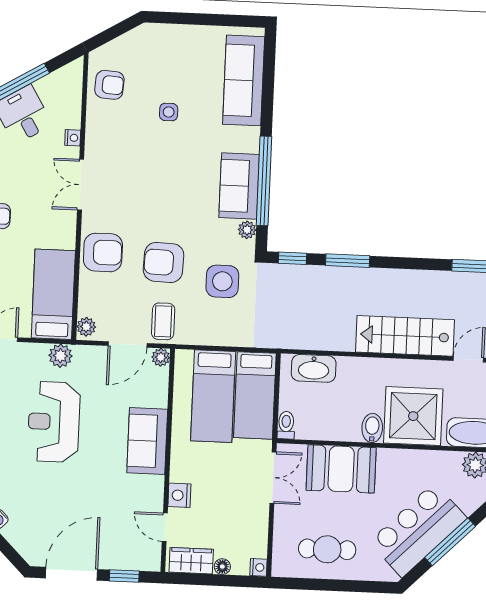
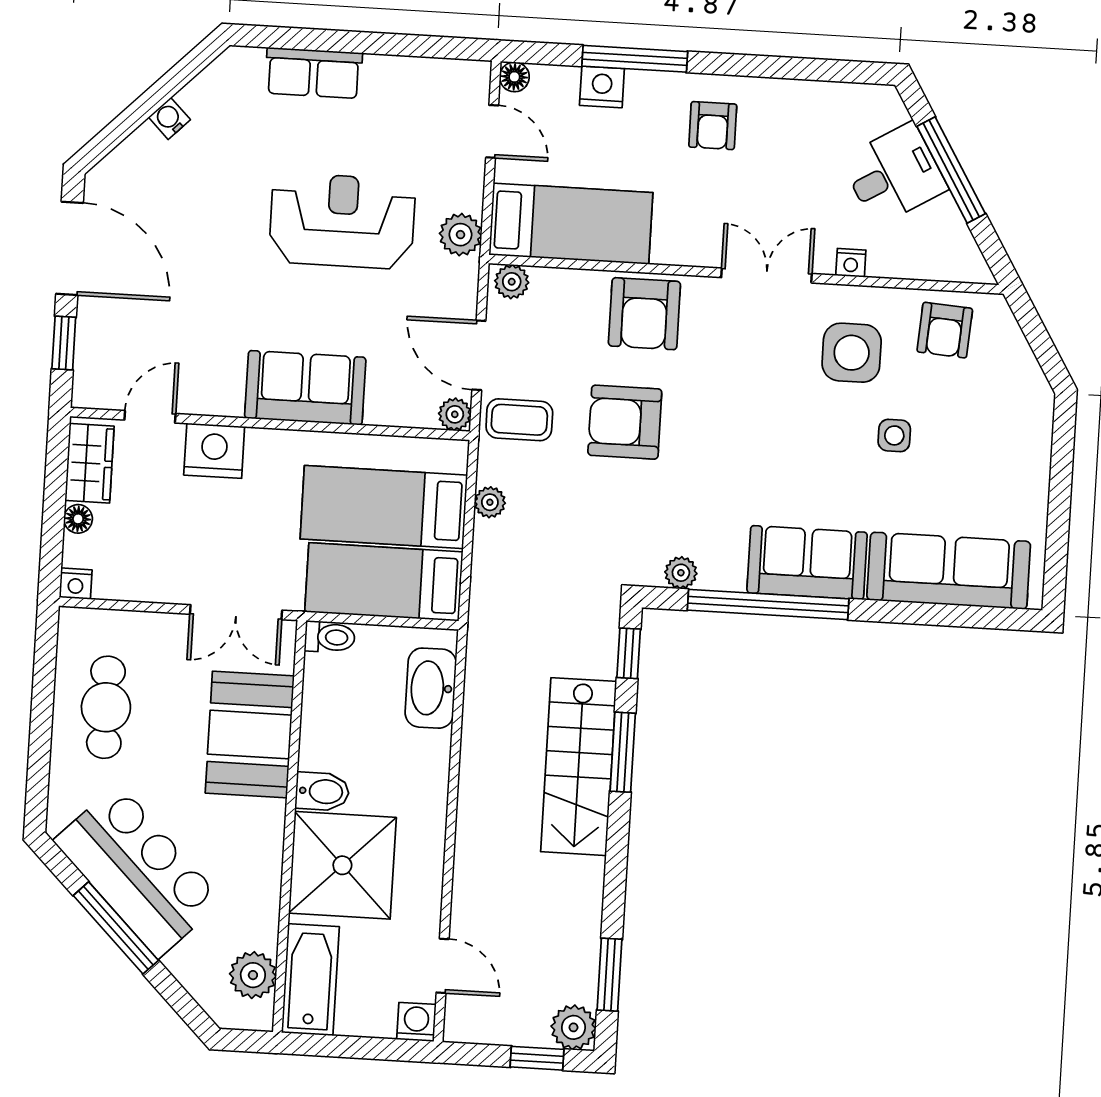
sofa: (239, 186) -> (807, 563), moved
armchair: (164, 262) -> (625, 422), turned -92
side table: (222, 281) -> (852, 353), moved
stairs: (405, 336) -> (579, 767), moved, turned 180
plant: (209, 337) -> (490, 502), added
nightstand: (179, 495) -> (214, 451), width x1.36, depth x1.33

